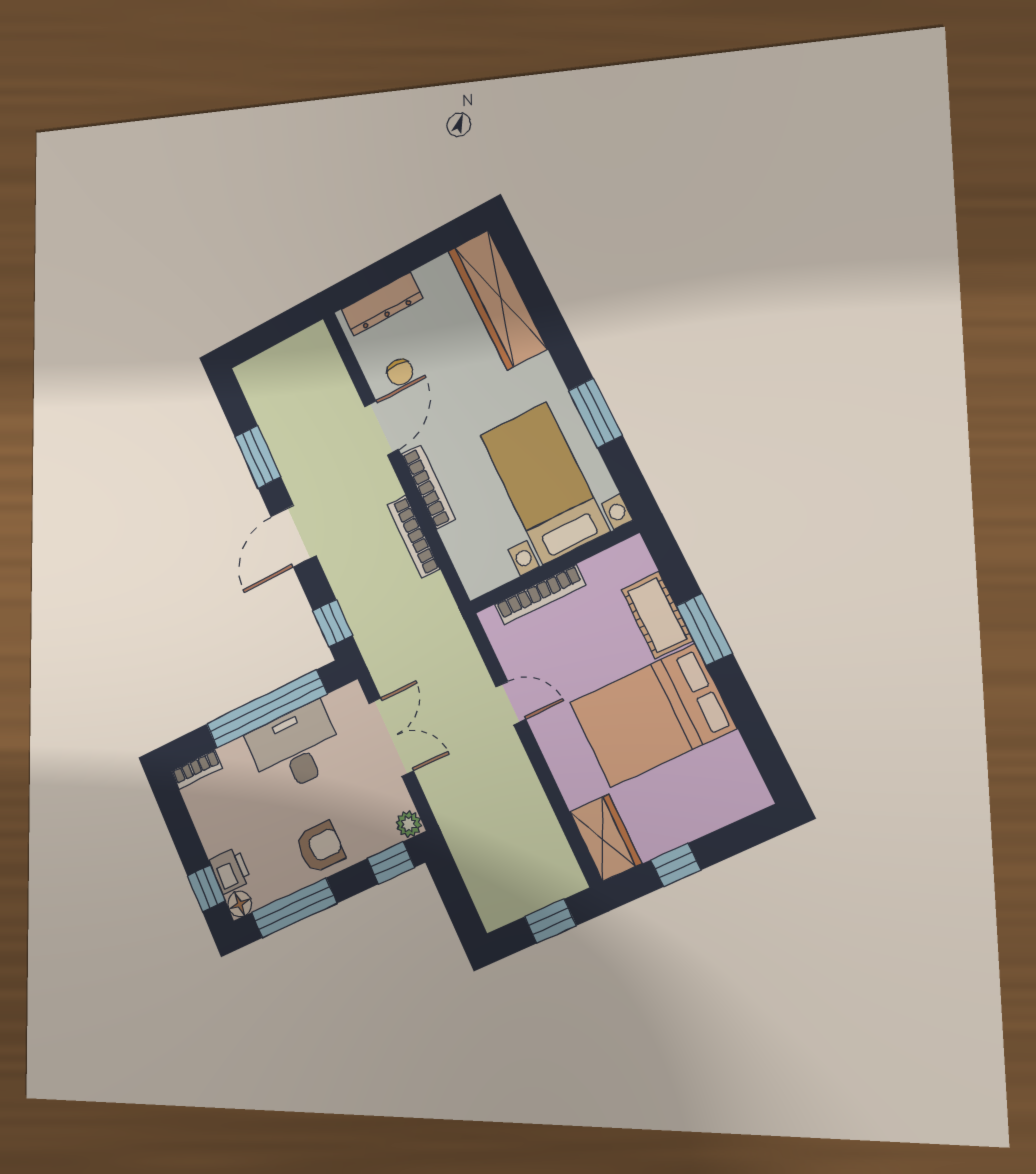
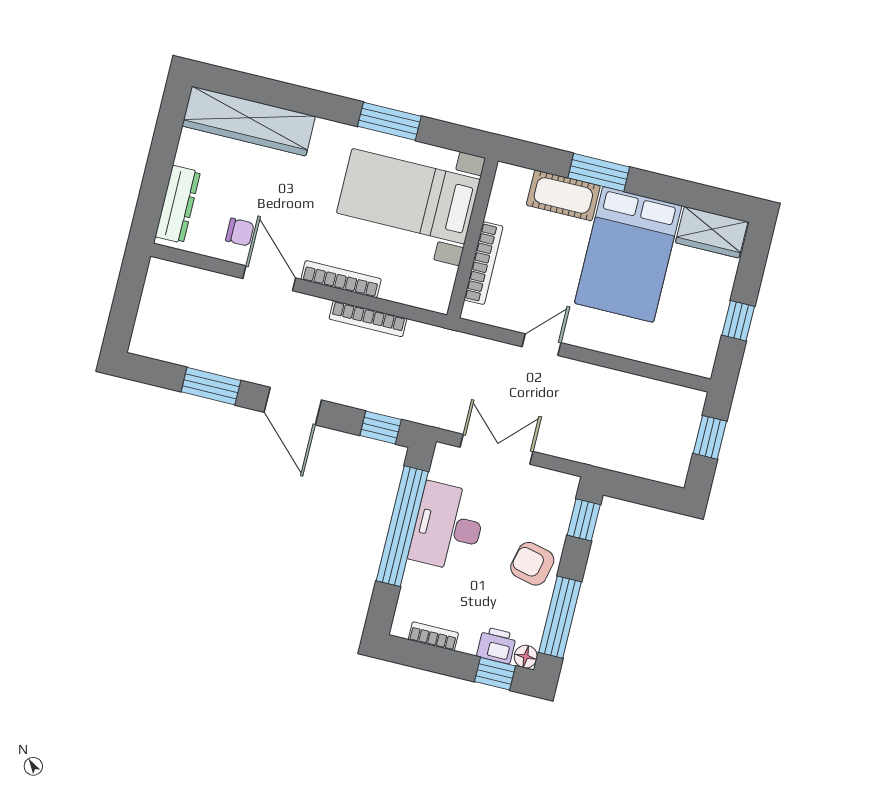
bookcase: (197, 769) -> (433, 636), moved, turned -90
plant: (409, 824) -> (567, 485), removed
wardrobe: (606, 838) -> (712, 232), moved, turned 180
armchair: (320, 847) -> (532, 564), turned -77

